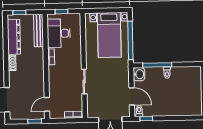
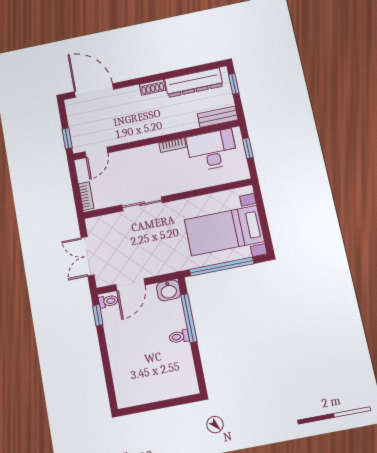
bench: (39, 31) -> (218, 117), width x0.73
door: (47, 104) -> (96, 152), swing flipped

